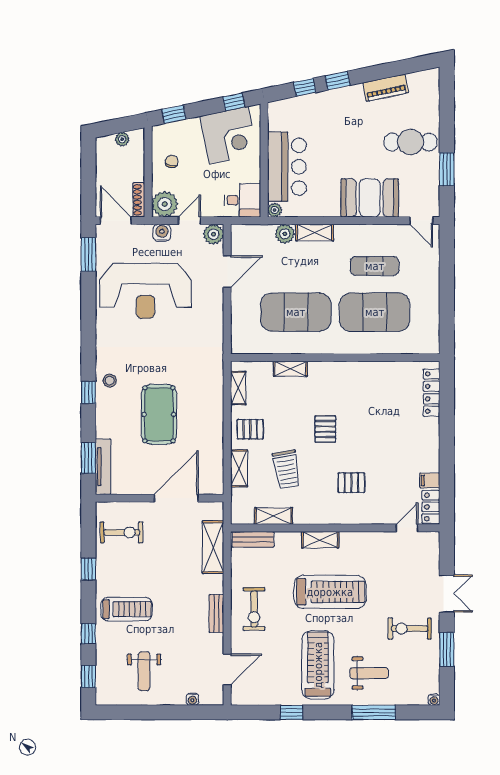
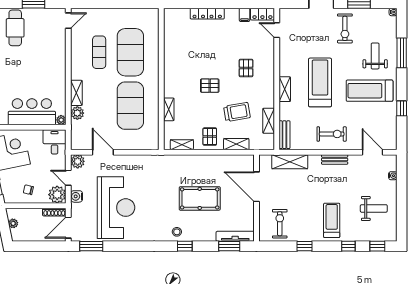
booth: (370, 198) -> (53, 56), removed
locker: (431, 393) -> (207, 14), moved

